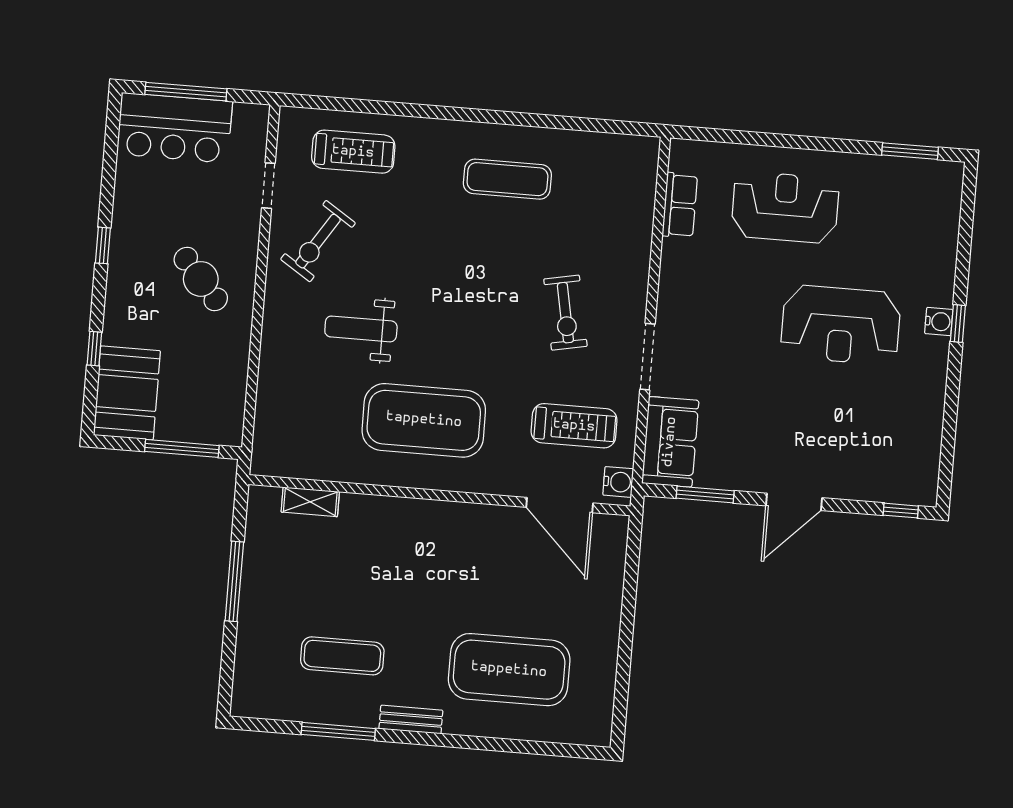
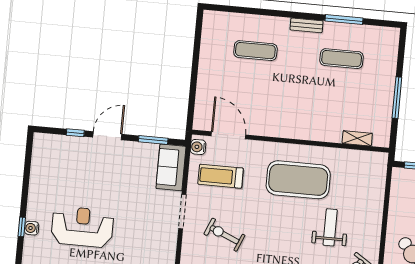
exercise bike: (565, 313) -> (224, 235), turned -56
weight bench: (361, 329) -> (330, 227), turned -90
window: (901, 511) -> (75, 133), moved
exercise mat: (509, 670) -> (255, 51), width x0.50, depth x0.69

